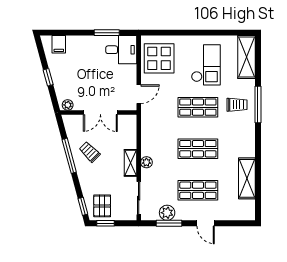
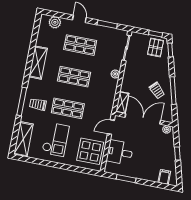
desk: (121, 50) -> (120, 152), moved
checkout: (206, 65) -> (55, 139), turned 180
double door: (100, 112) -> (143, 119), width x1.37
shelving: (130, 163) -> (122, 102), moved
shelving: (247, 178) -> (38, 63), moved
plant: (167, 213) -> (55, 22), moved

